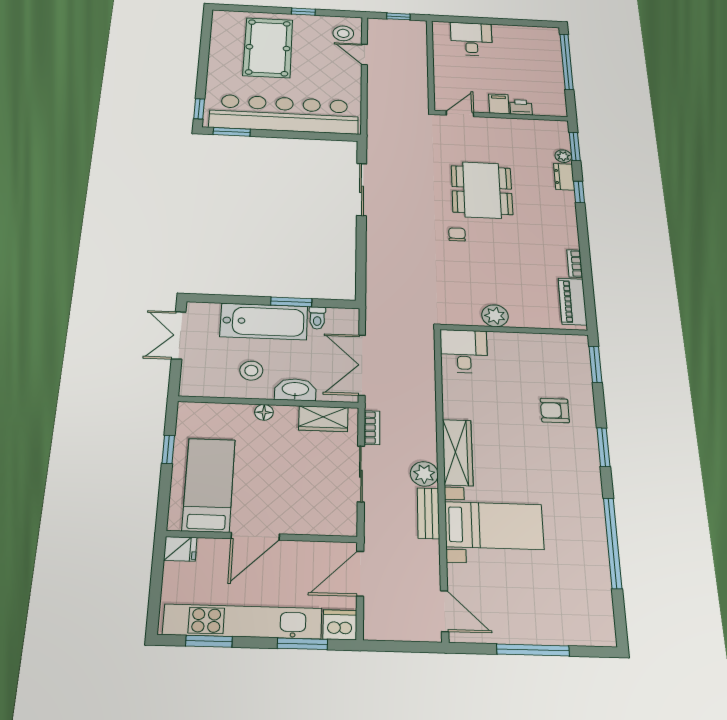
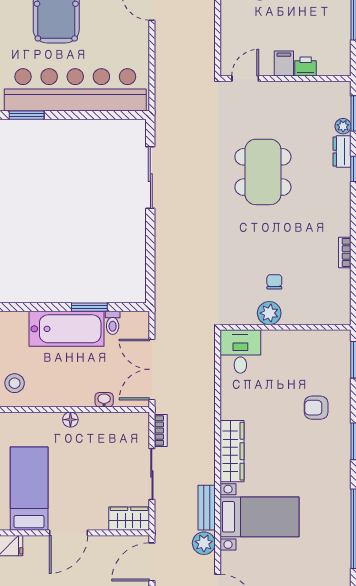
chair: (457, 234) -> (274, 282), moved
piano: (573, 302) -> (340, 295), removed
stool: (251, 371) -> (15, 383), moved
washbasin: (295, 390) -> (104, 400), width x0.52, depth x0.69
wardrobe: (323, 419) -> (129, 519), moved, turned 180
plant: (424, 474) -> (204, 543), moved

